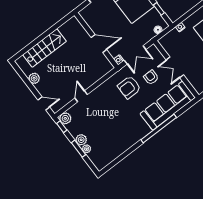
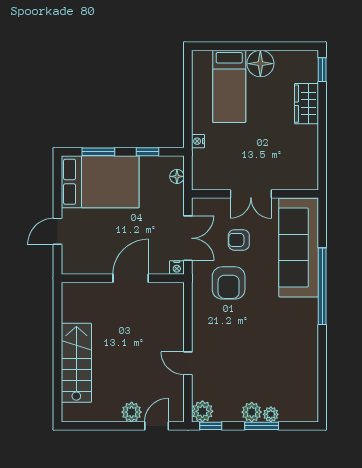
plant: (34, 78) -> (132, 412), moved

